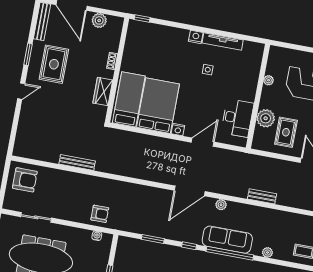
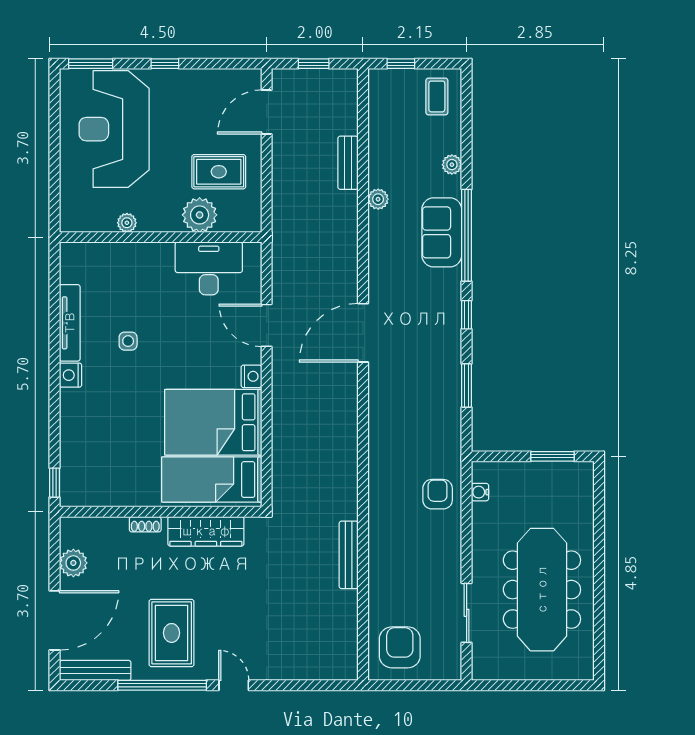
window: (28, 54) -> (162, 685), width x2.11
rug: (54, 64) -> (172, 633), turned 90
wardrobe: (103, 91) -> (206, 531), width x1.50
door: (190, 191) -> (363, 333), swing flipped
bench: (262, 196) -> (348, 163), moved
plant: (221, 205) -> (378, 199), moved
sofa: (227, 240) -> (442, 232), width x0.73

